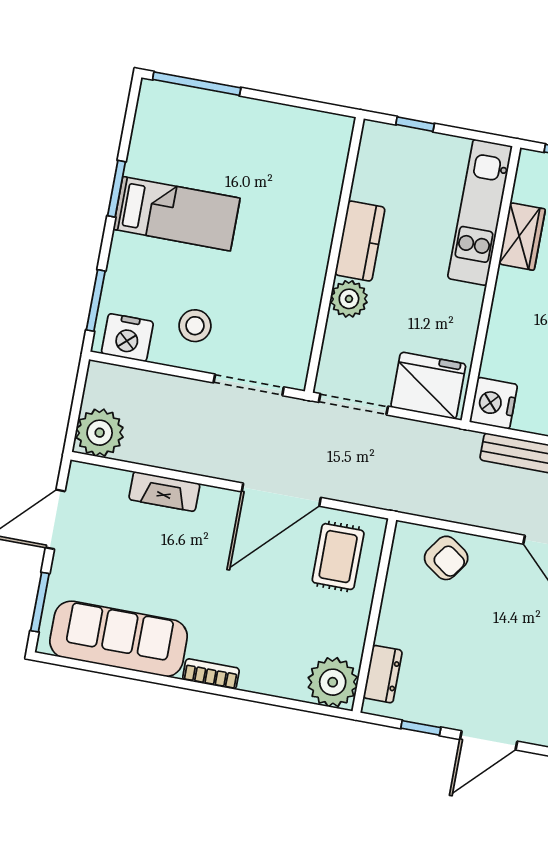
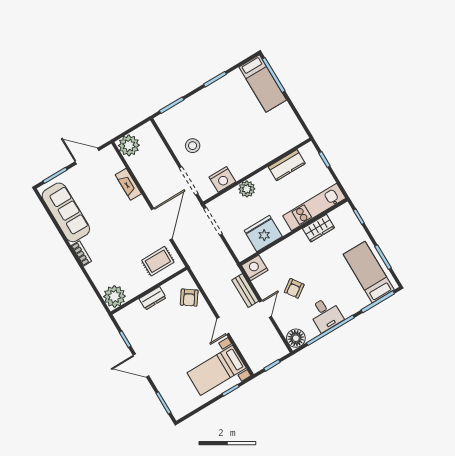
bed: (177, 214) -> (263, 83), moved
kitchen counter: (360, 241) -> (287, 165), moved
nightstand: (127, 338) -> (222, 179), moved, turned -90
fridge: (428, 386) -> (263, 233), moved, turned -90
door: (281, 495) -> (162, 224), swing flipped
dresser: (383, 674) -> (153, 298), moved

